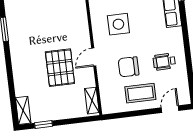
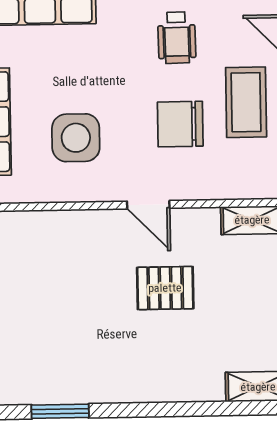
chair: (129, 67) -> (180, 124), turned 90
pallet: (60, 68) -> (165, 288), width x0.67, depth x0.71

